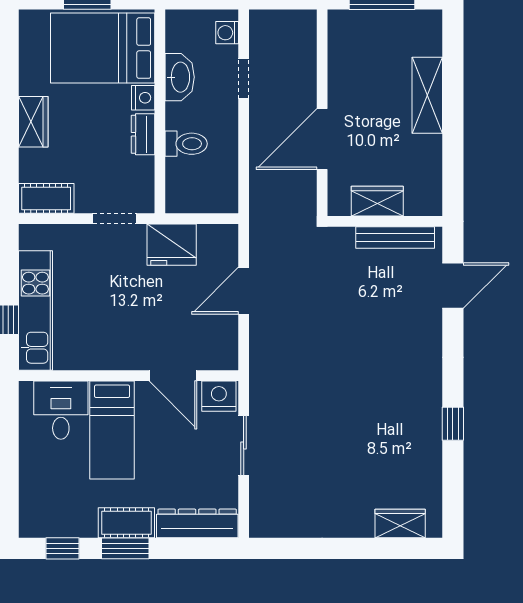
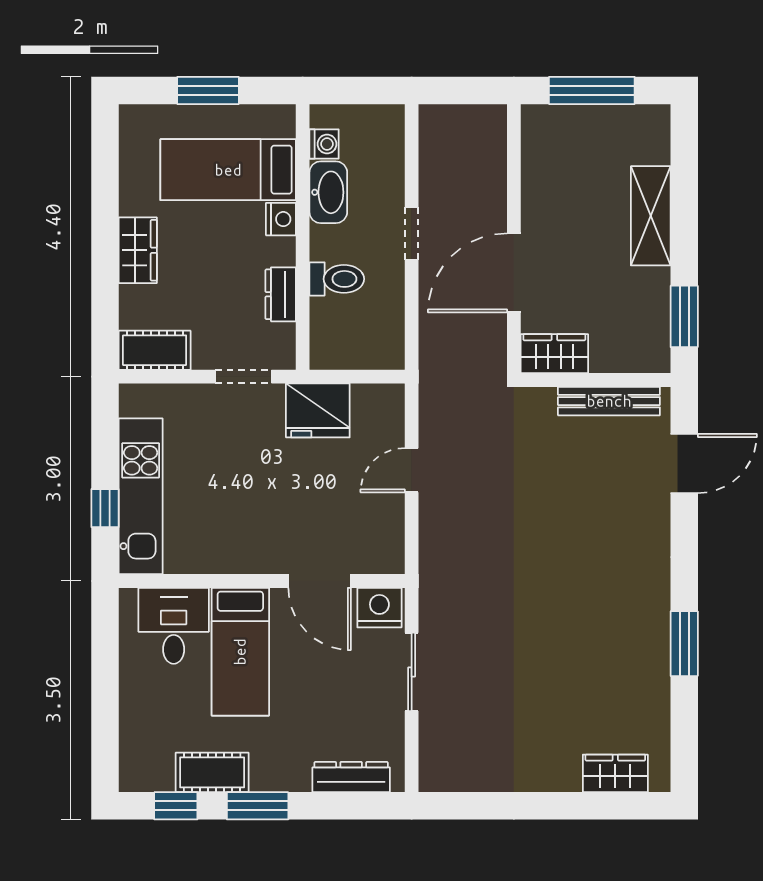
washing machine: (227, 33) -> (324, 144), moved, turned 180
bed: (103, 48) -> (228, 170), width x0.67
doorway: (244, 78) -> (412, 234), moved
dresser: (143, 134) -> (281, 294), moved
window: (453, 173) -> (684, 316), added
wardrobe: (377, 201) -> (554, 354), moved
door: (244, 291) -> (412, 470), width x0.73
window: (453, 424) -> (684, 644), width x1.50
cot: (126, 523) -> (212, 772), moved
dresser: (197, 523) -> (351, 777), width x0.73, depth x0.80

